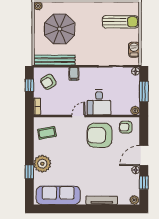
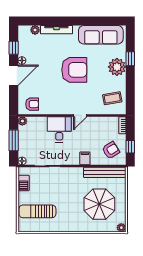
armchair: (100, 135) -> (74, 70), moved
plant: (134, 200) -> (35, 30), moved

